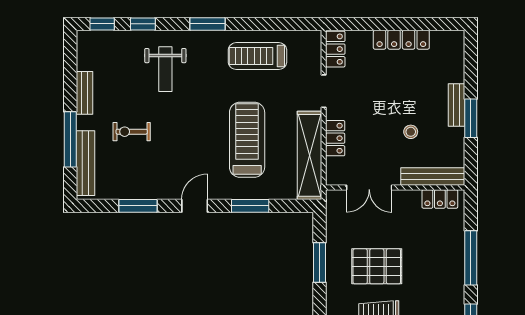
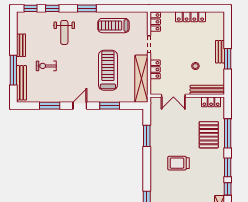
pallet: (377, 266) -> (209, 135), moved, turned 90

